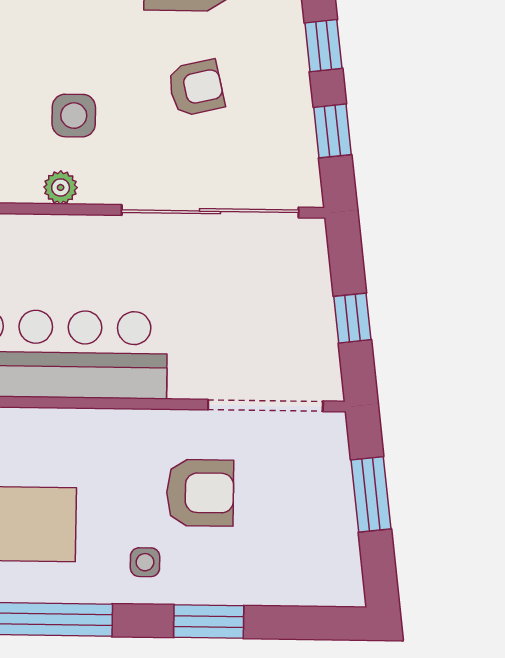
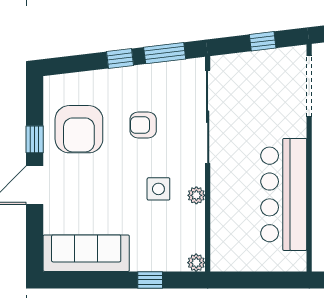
armchair: (196, 88) -> (143, 125), turned -77
window: (332, 131) -> (165, 53), width x1.50

